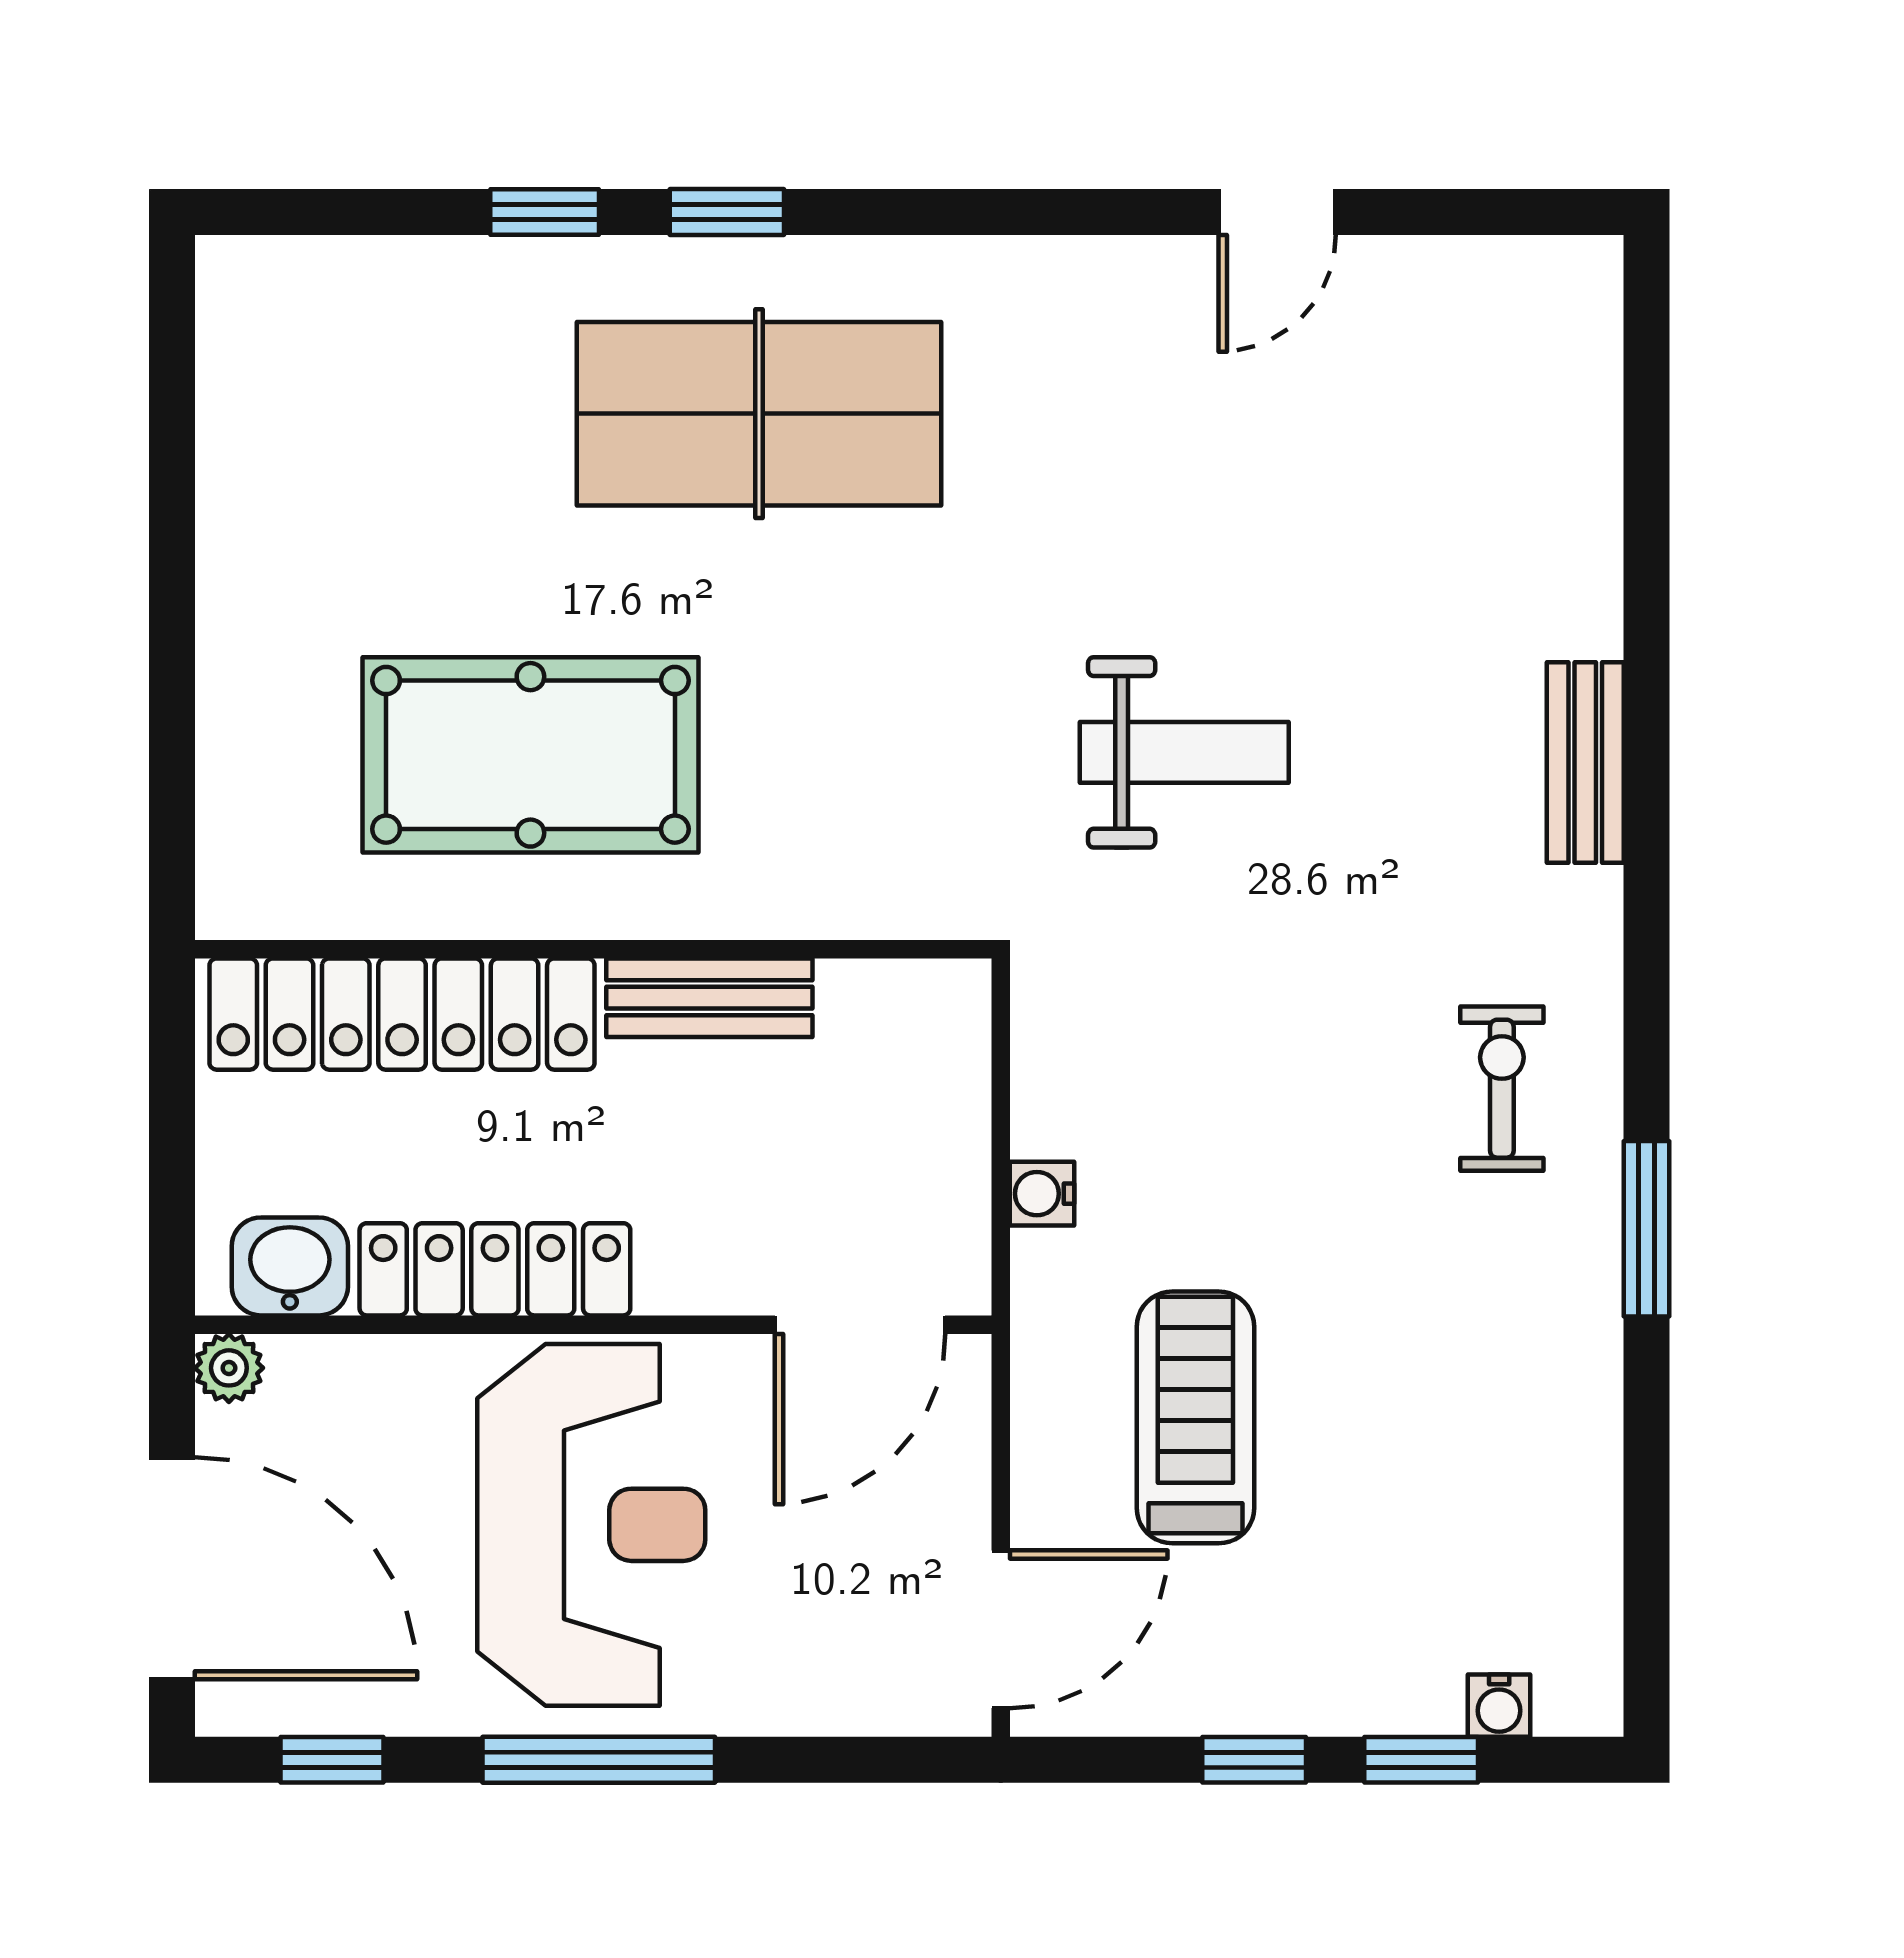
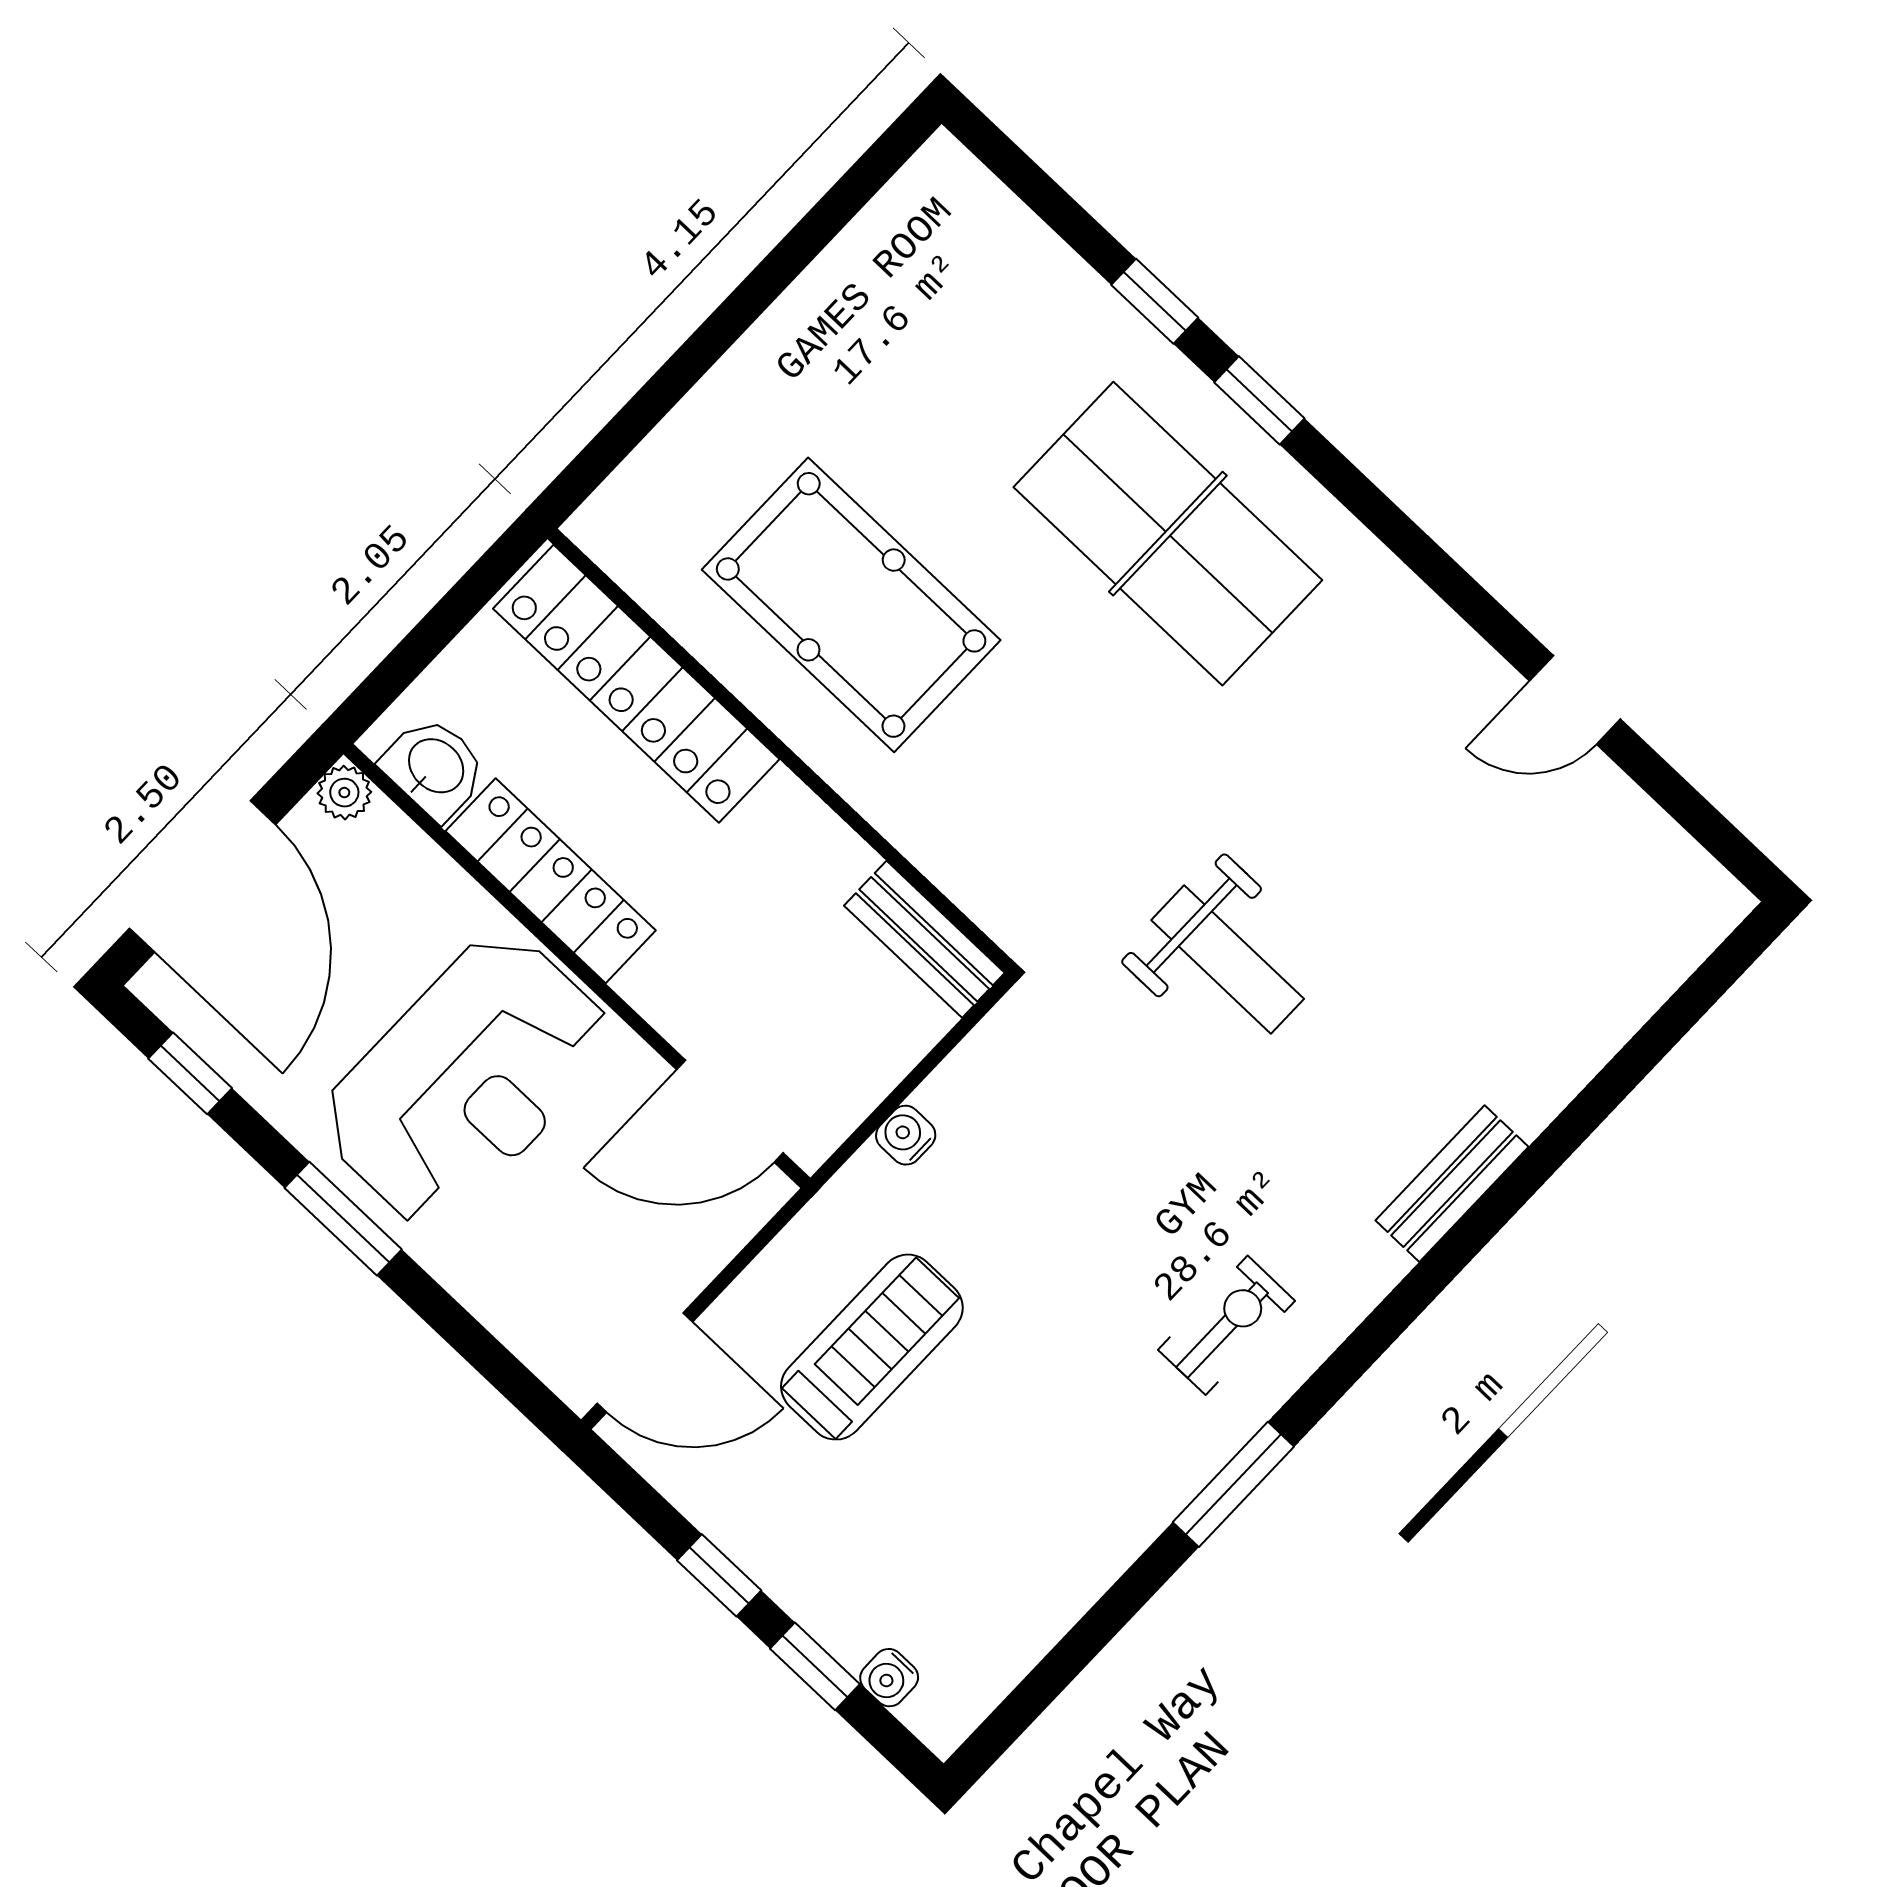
bench: (709, 998) -> (924, 939), moved
window: (599, 1760) -> (343, 1219), width x0.69

